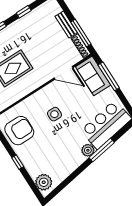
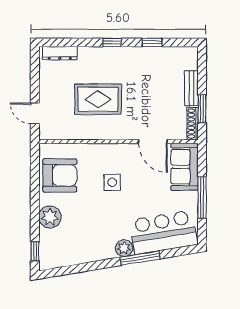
window: (81, 33) -> (202, 109), width x0.69
window: (109, 76) -> (202, 198), moved
window: (18, 162) -> (35, 251), moved
plant: (44, 182) -> (50, 217), moved

